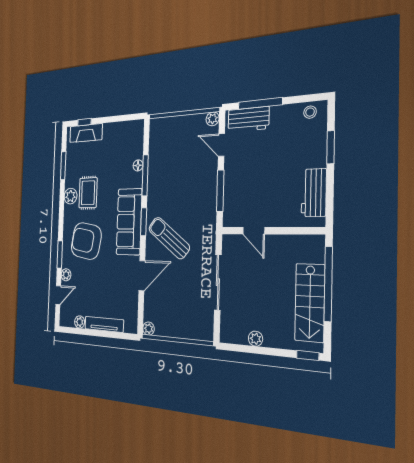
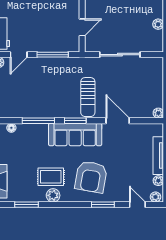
floor lamp: (138, 165) -> (11, 128), moved
sun lounger: (169, 238) -> (88, 97), turned -38
plant: (66, 275) -> (155, 197), moved

